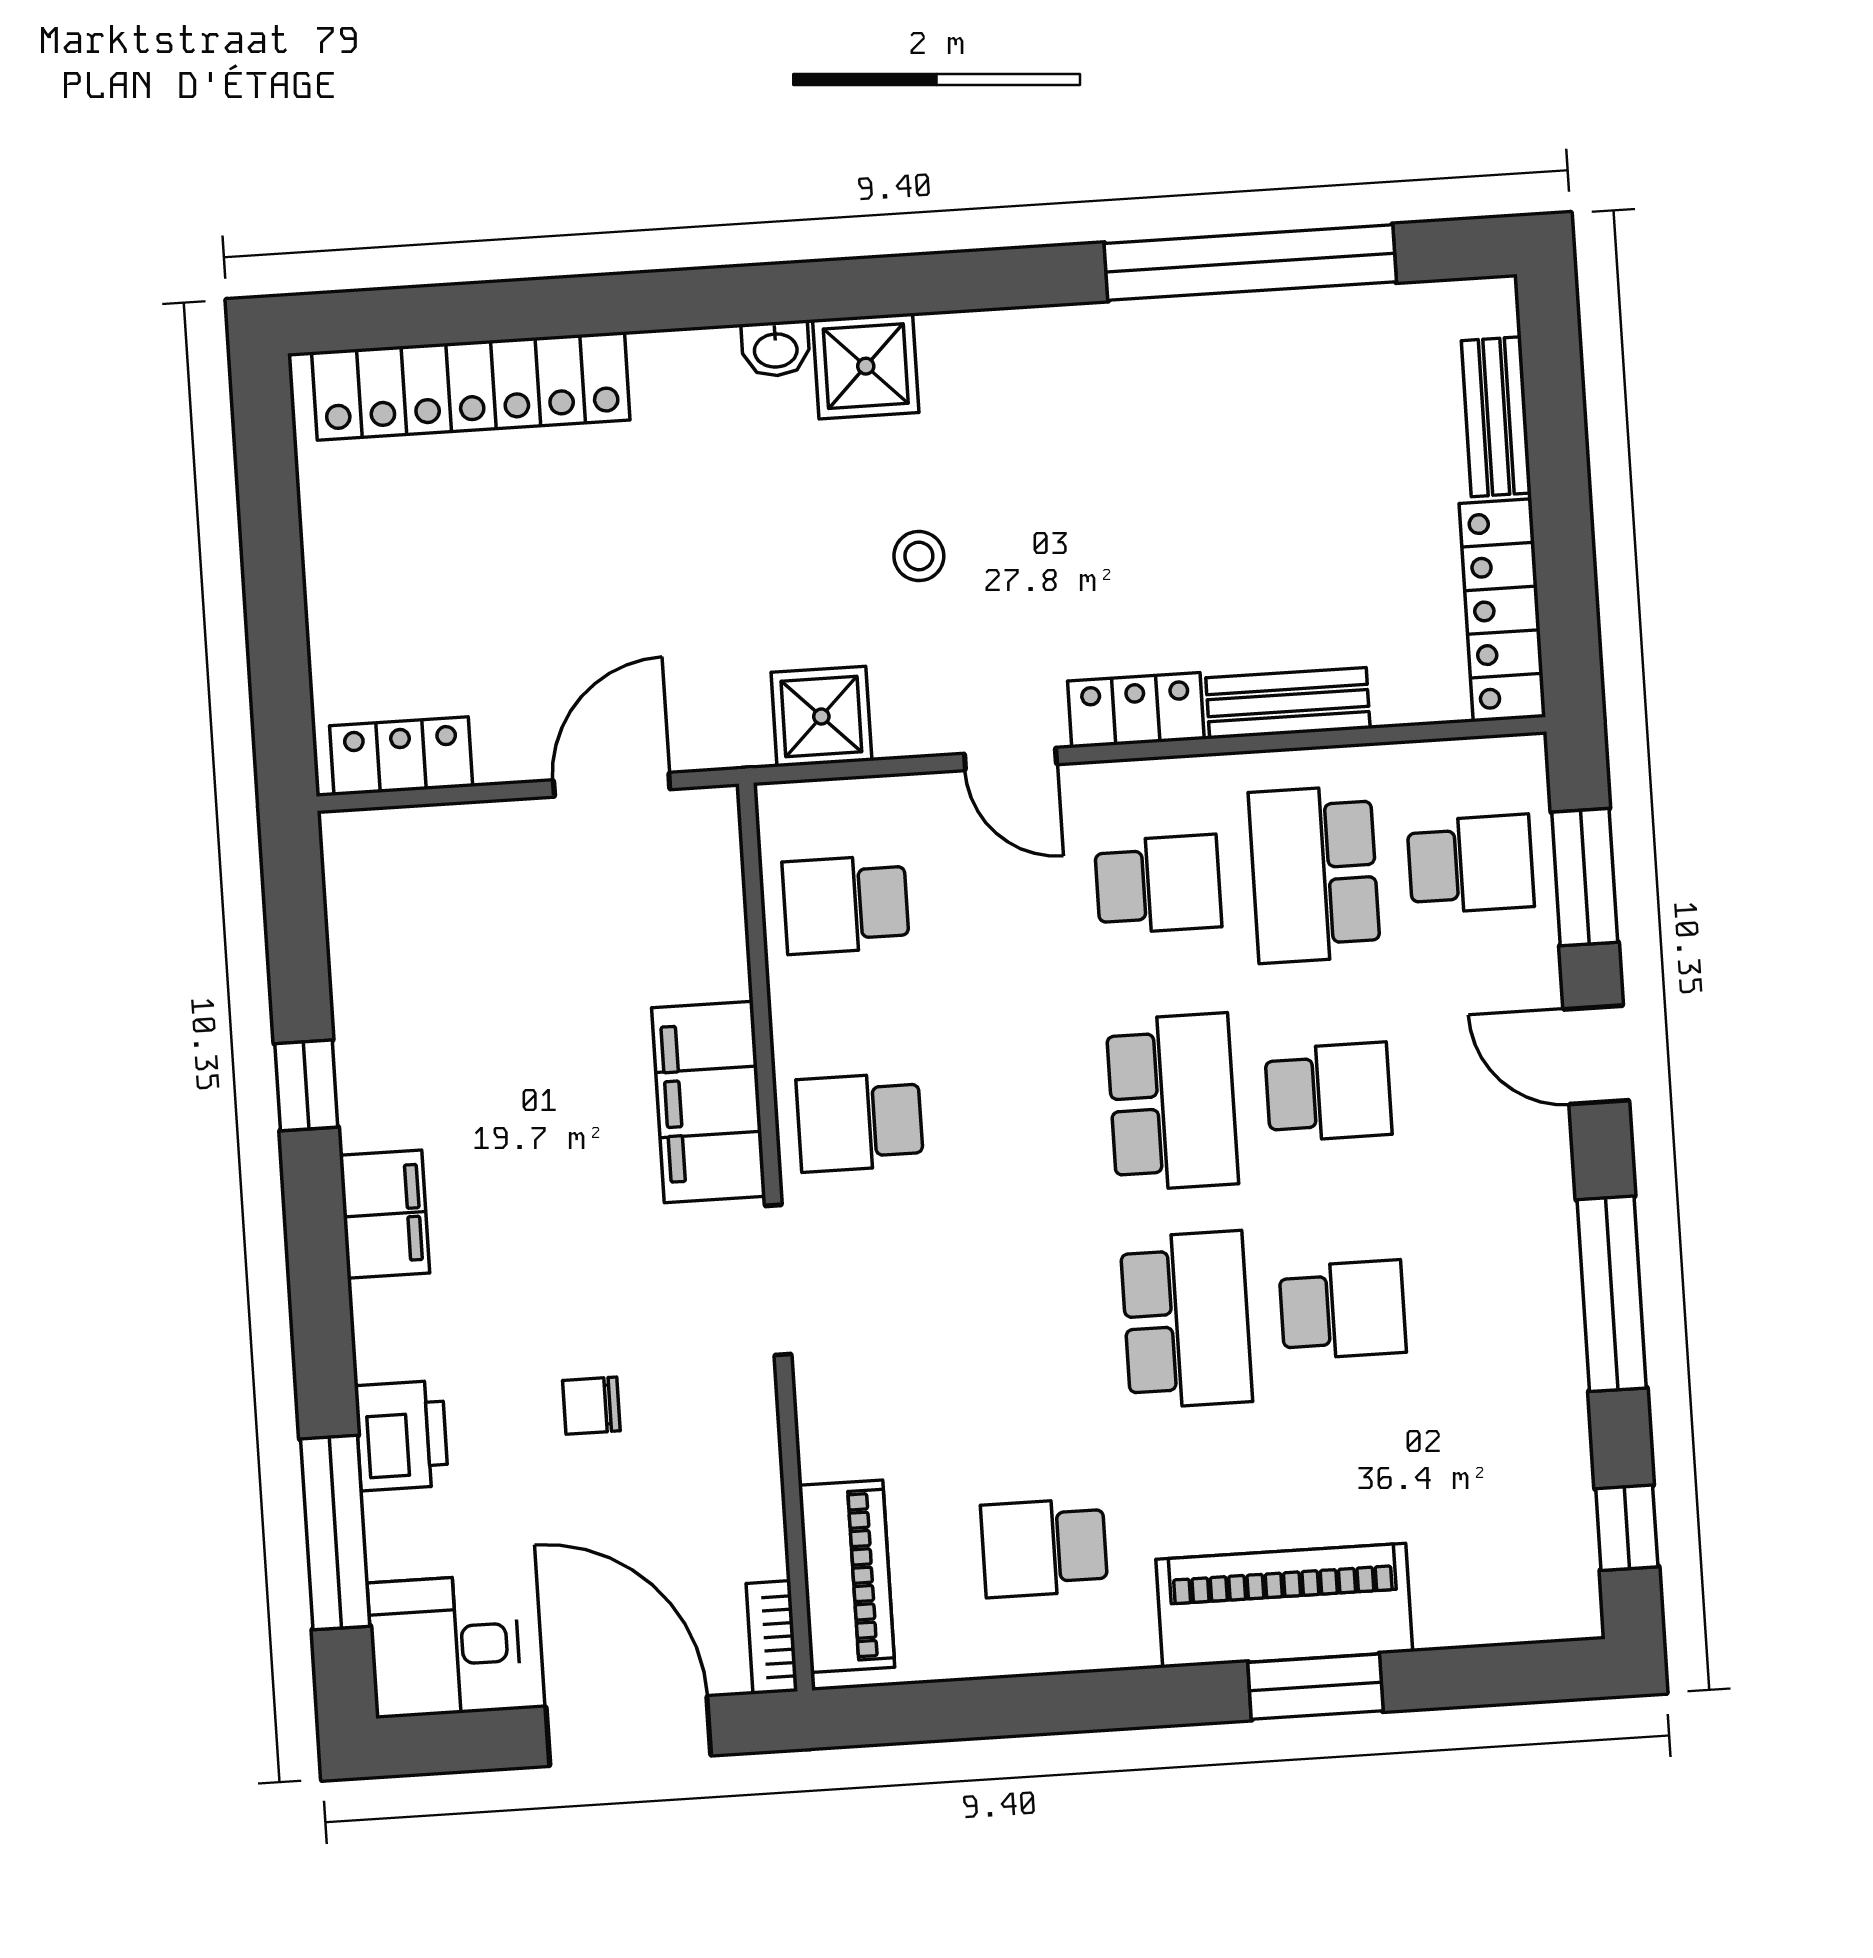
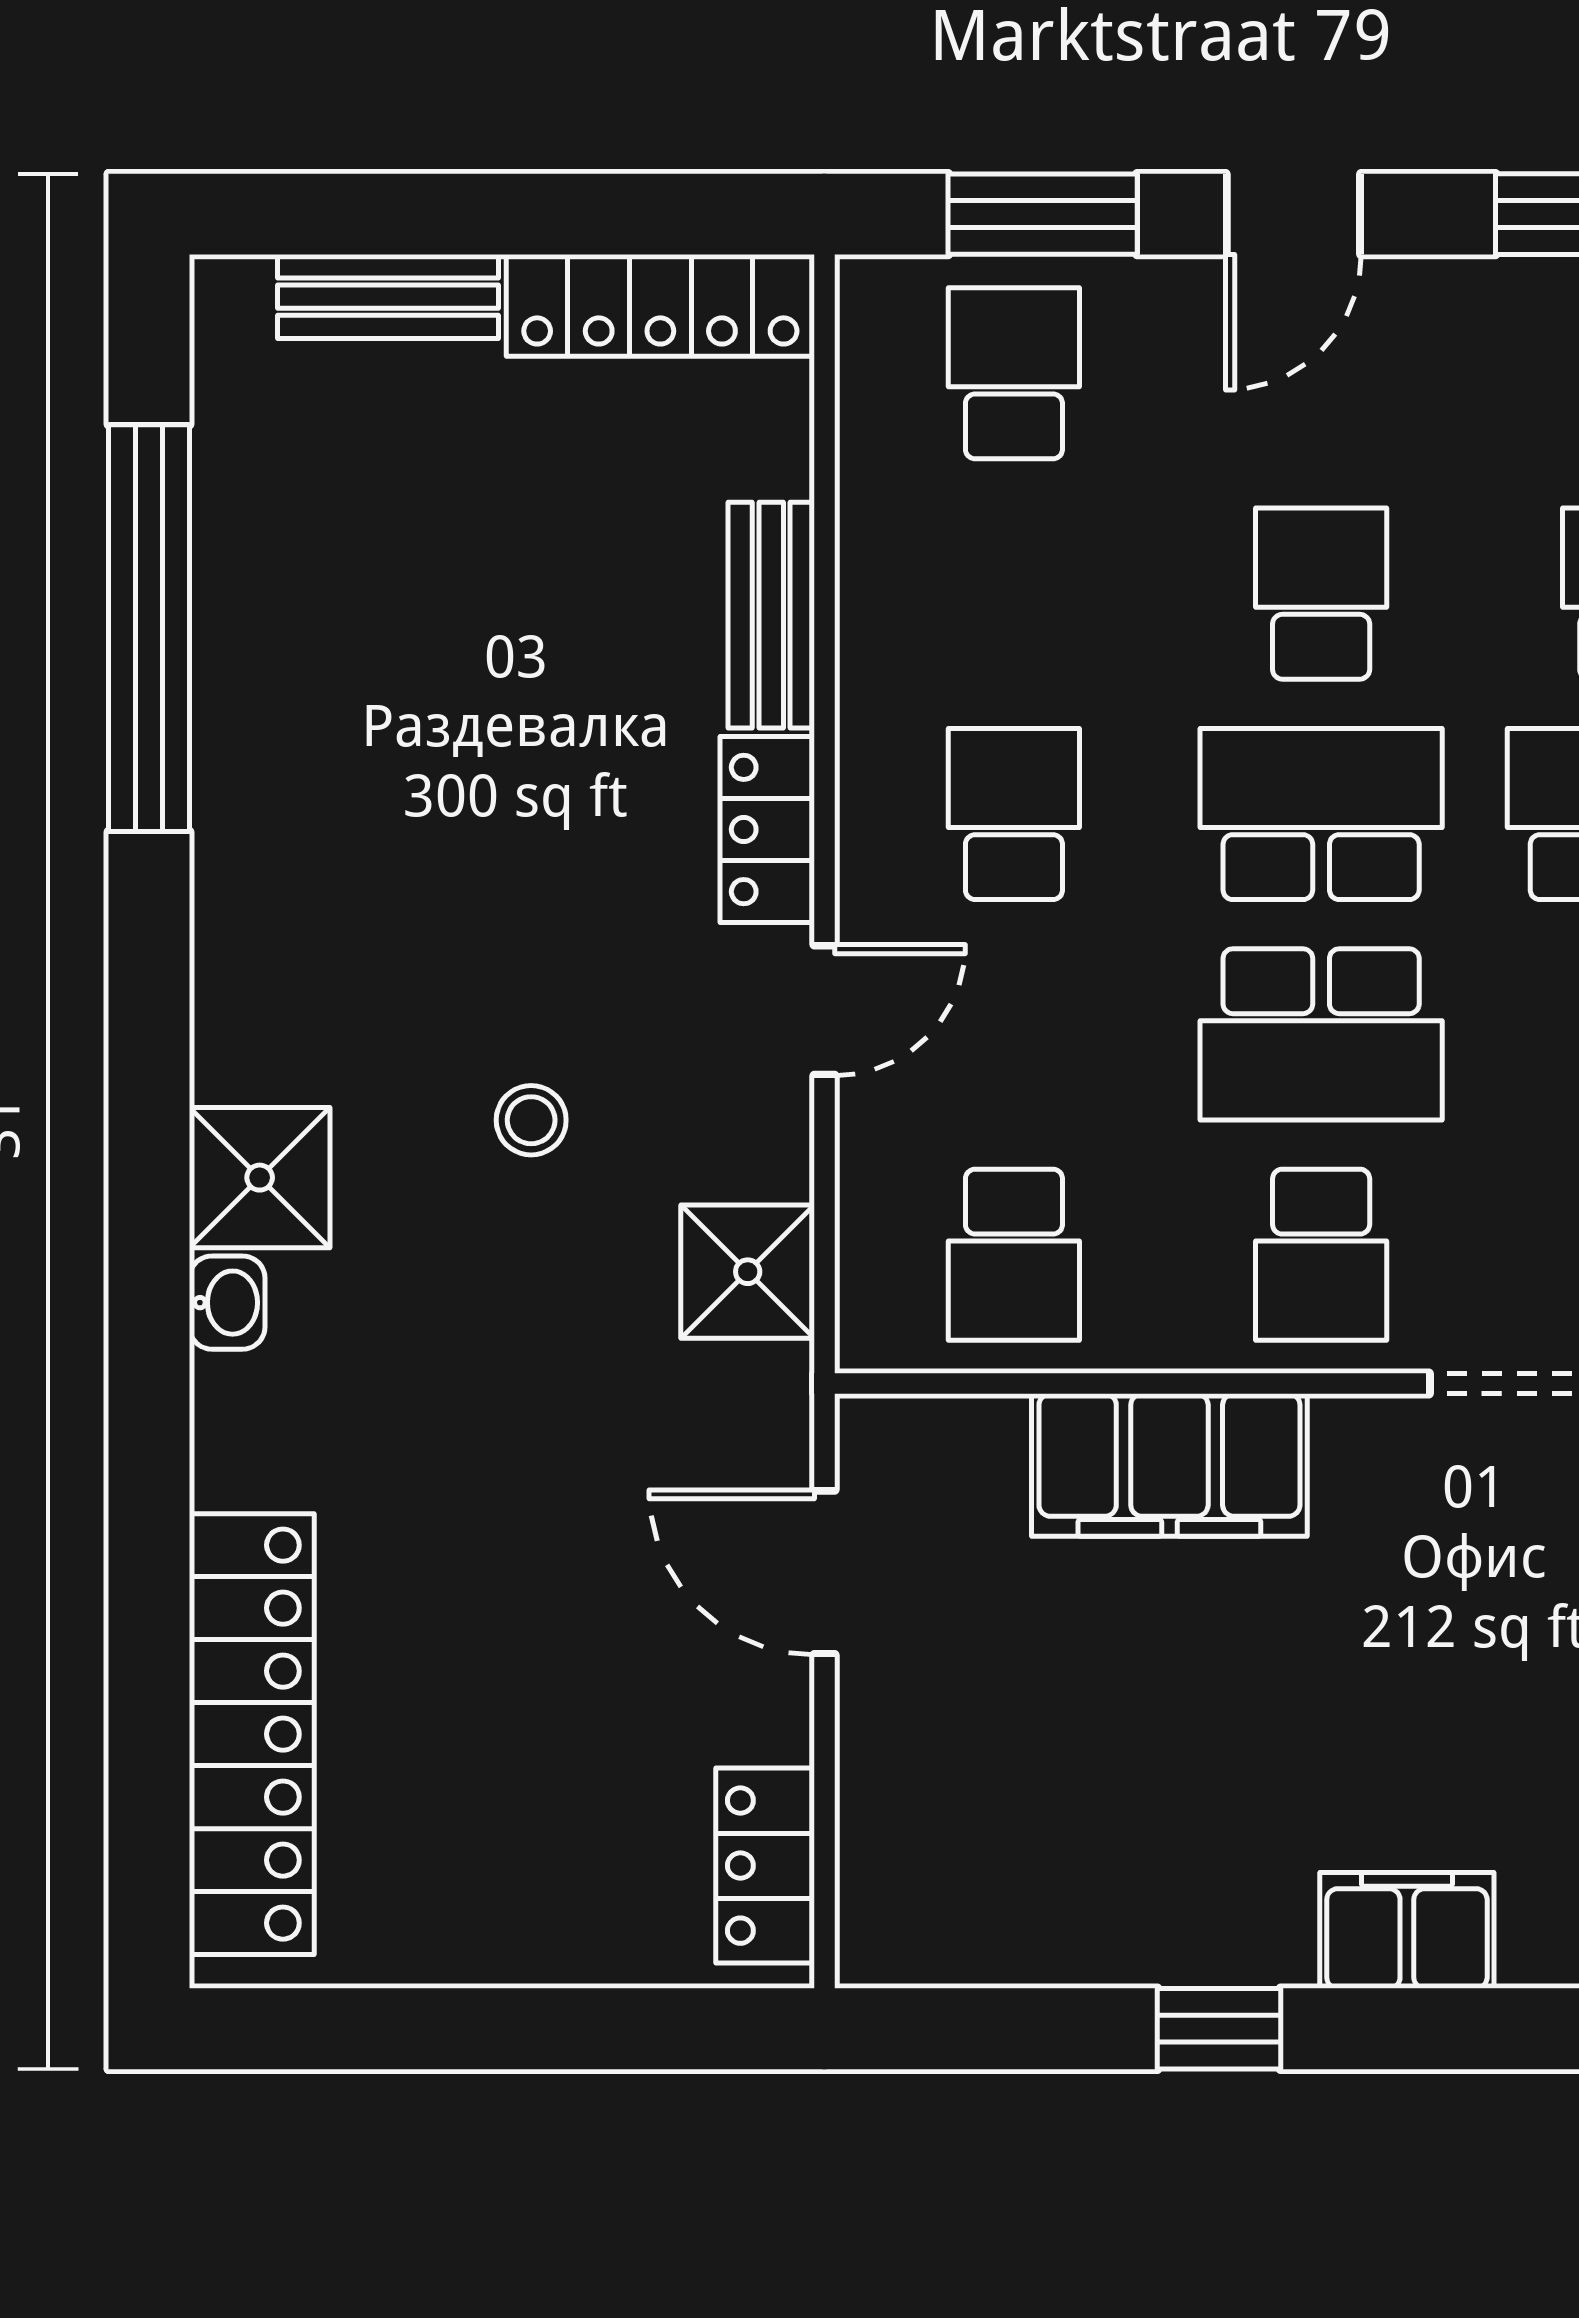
school desk: (1314, 874) -> (1321, 1034), moved
filing cabinet: (709, 1102) -> (1169, 1465), moved

